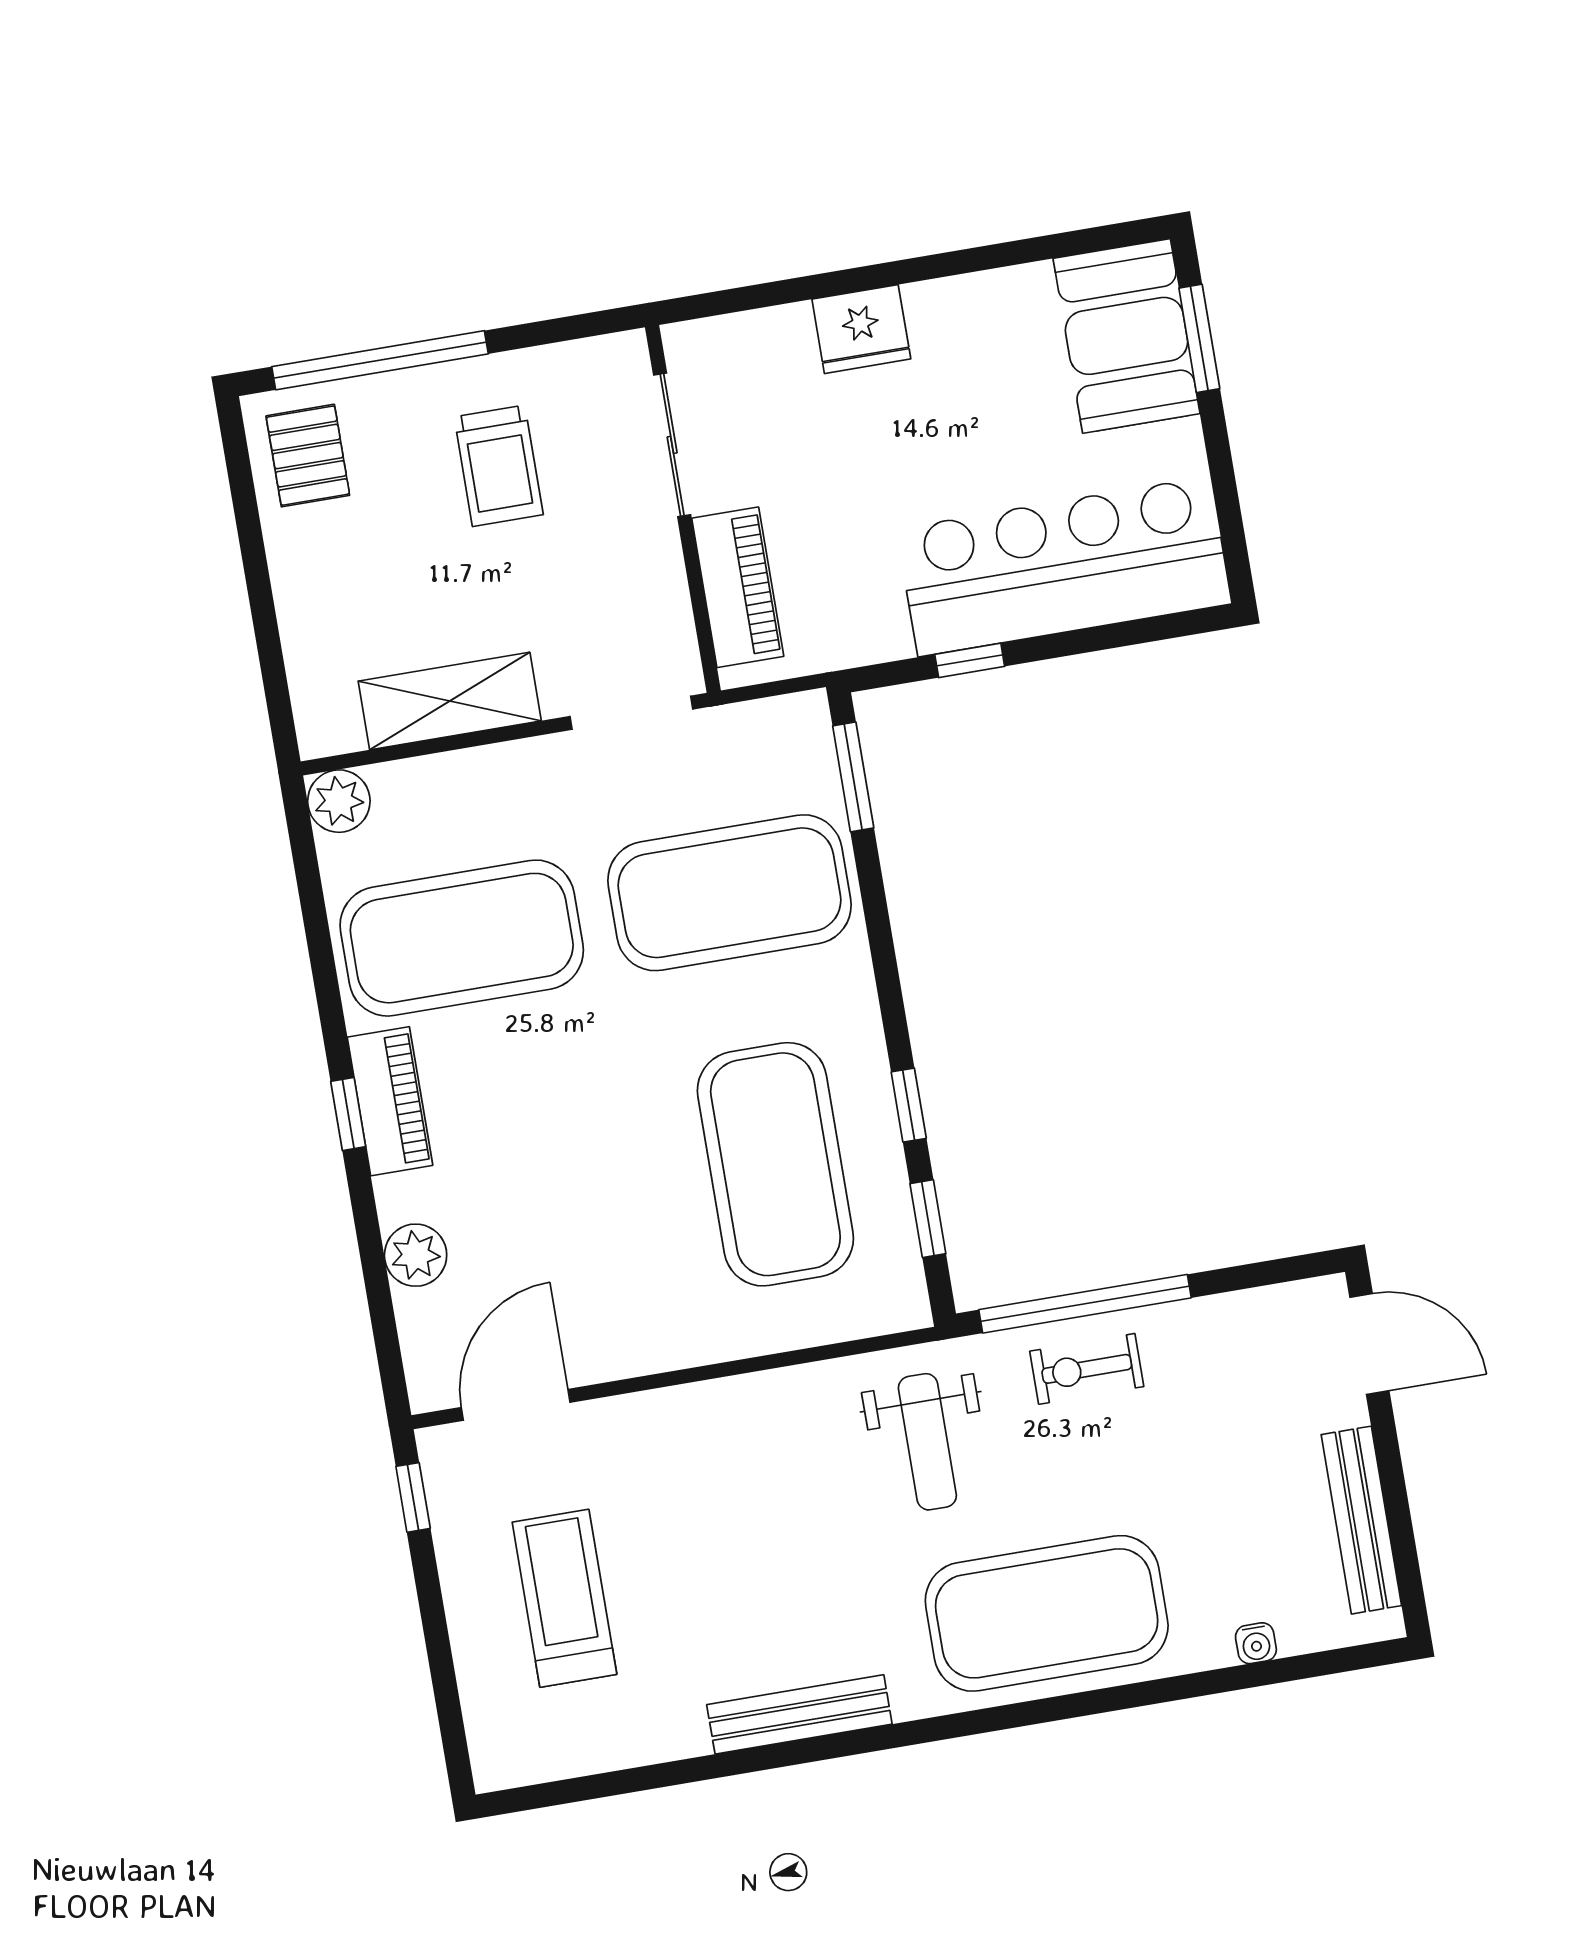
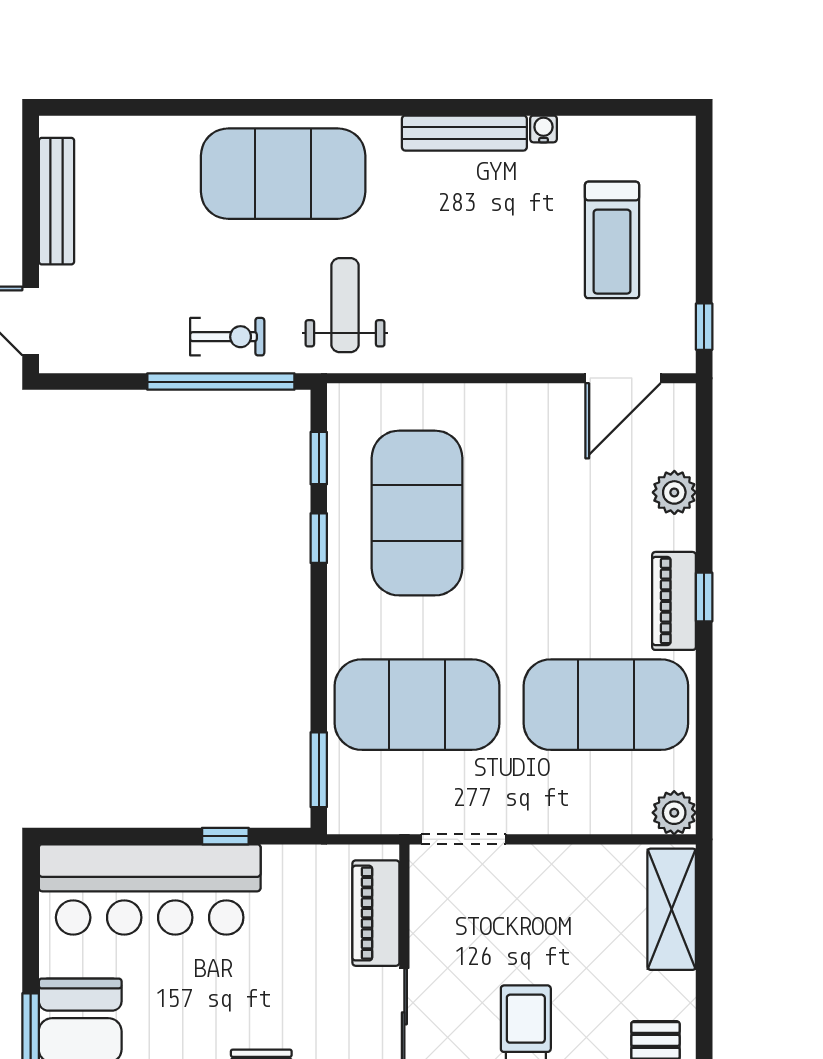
shelving: (450, 701) -> (672, 909), moved, turned 90
water cooler: (1256, 1643) -> (543, 129), moved

